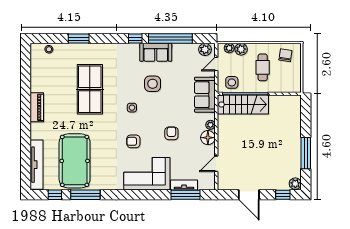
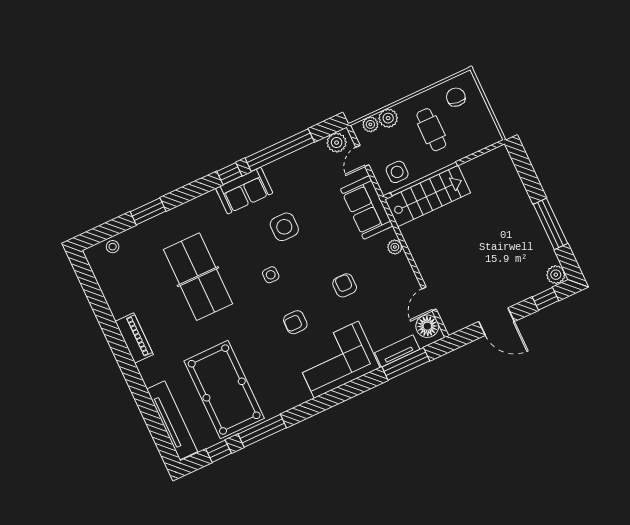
sofa: (156, 52) -> (244, 191), moved
floor lamp: (208, 138) -> (427, 326), moved

